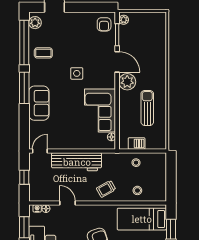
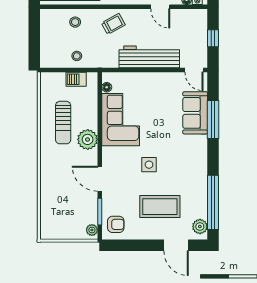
armchair: (104, 24) -> (116, 224), turned 90
coffee table: (43, 53) -> (160, 207), moved, width x1.86, depth x1.72
plant: (127, 82) -> (88, 139), moved
window: (24, 88) -> (213, 119), moved
sofa: (39, 103) -> (195, 113), moved
door: (40, 151) -> (194, 70), hinge flipped

